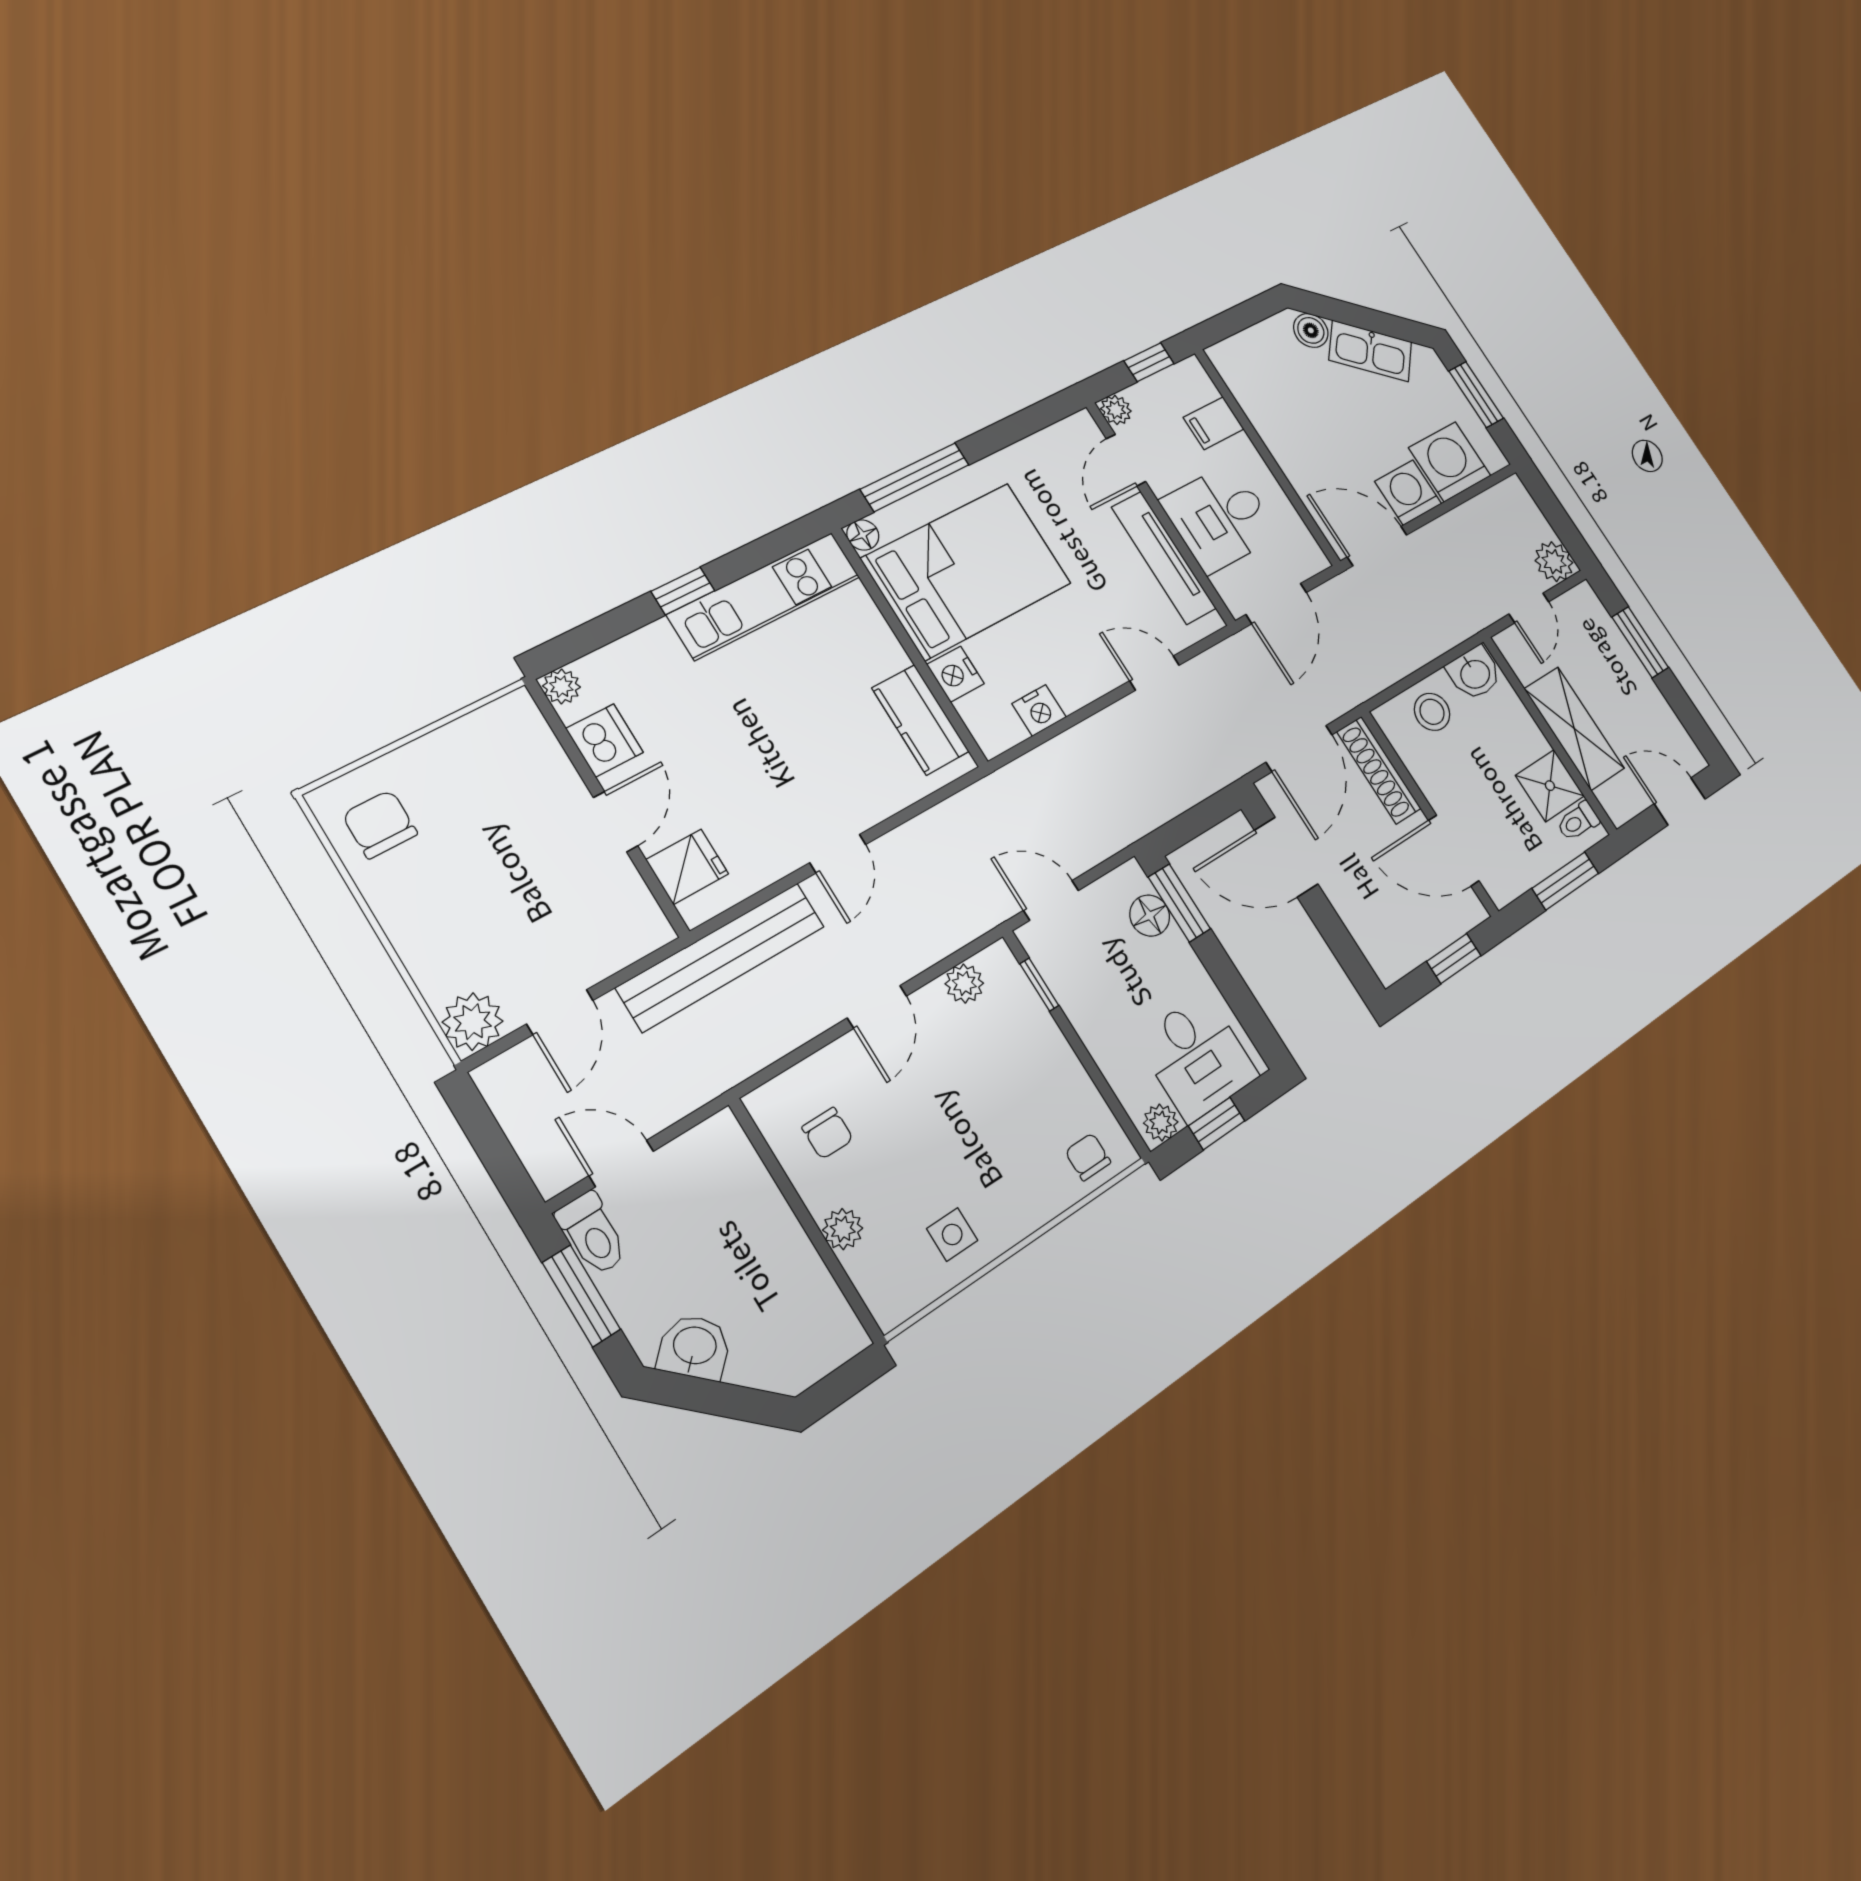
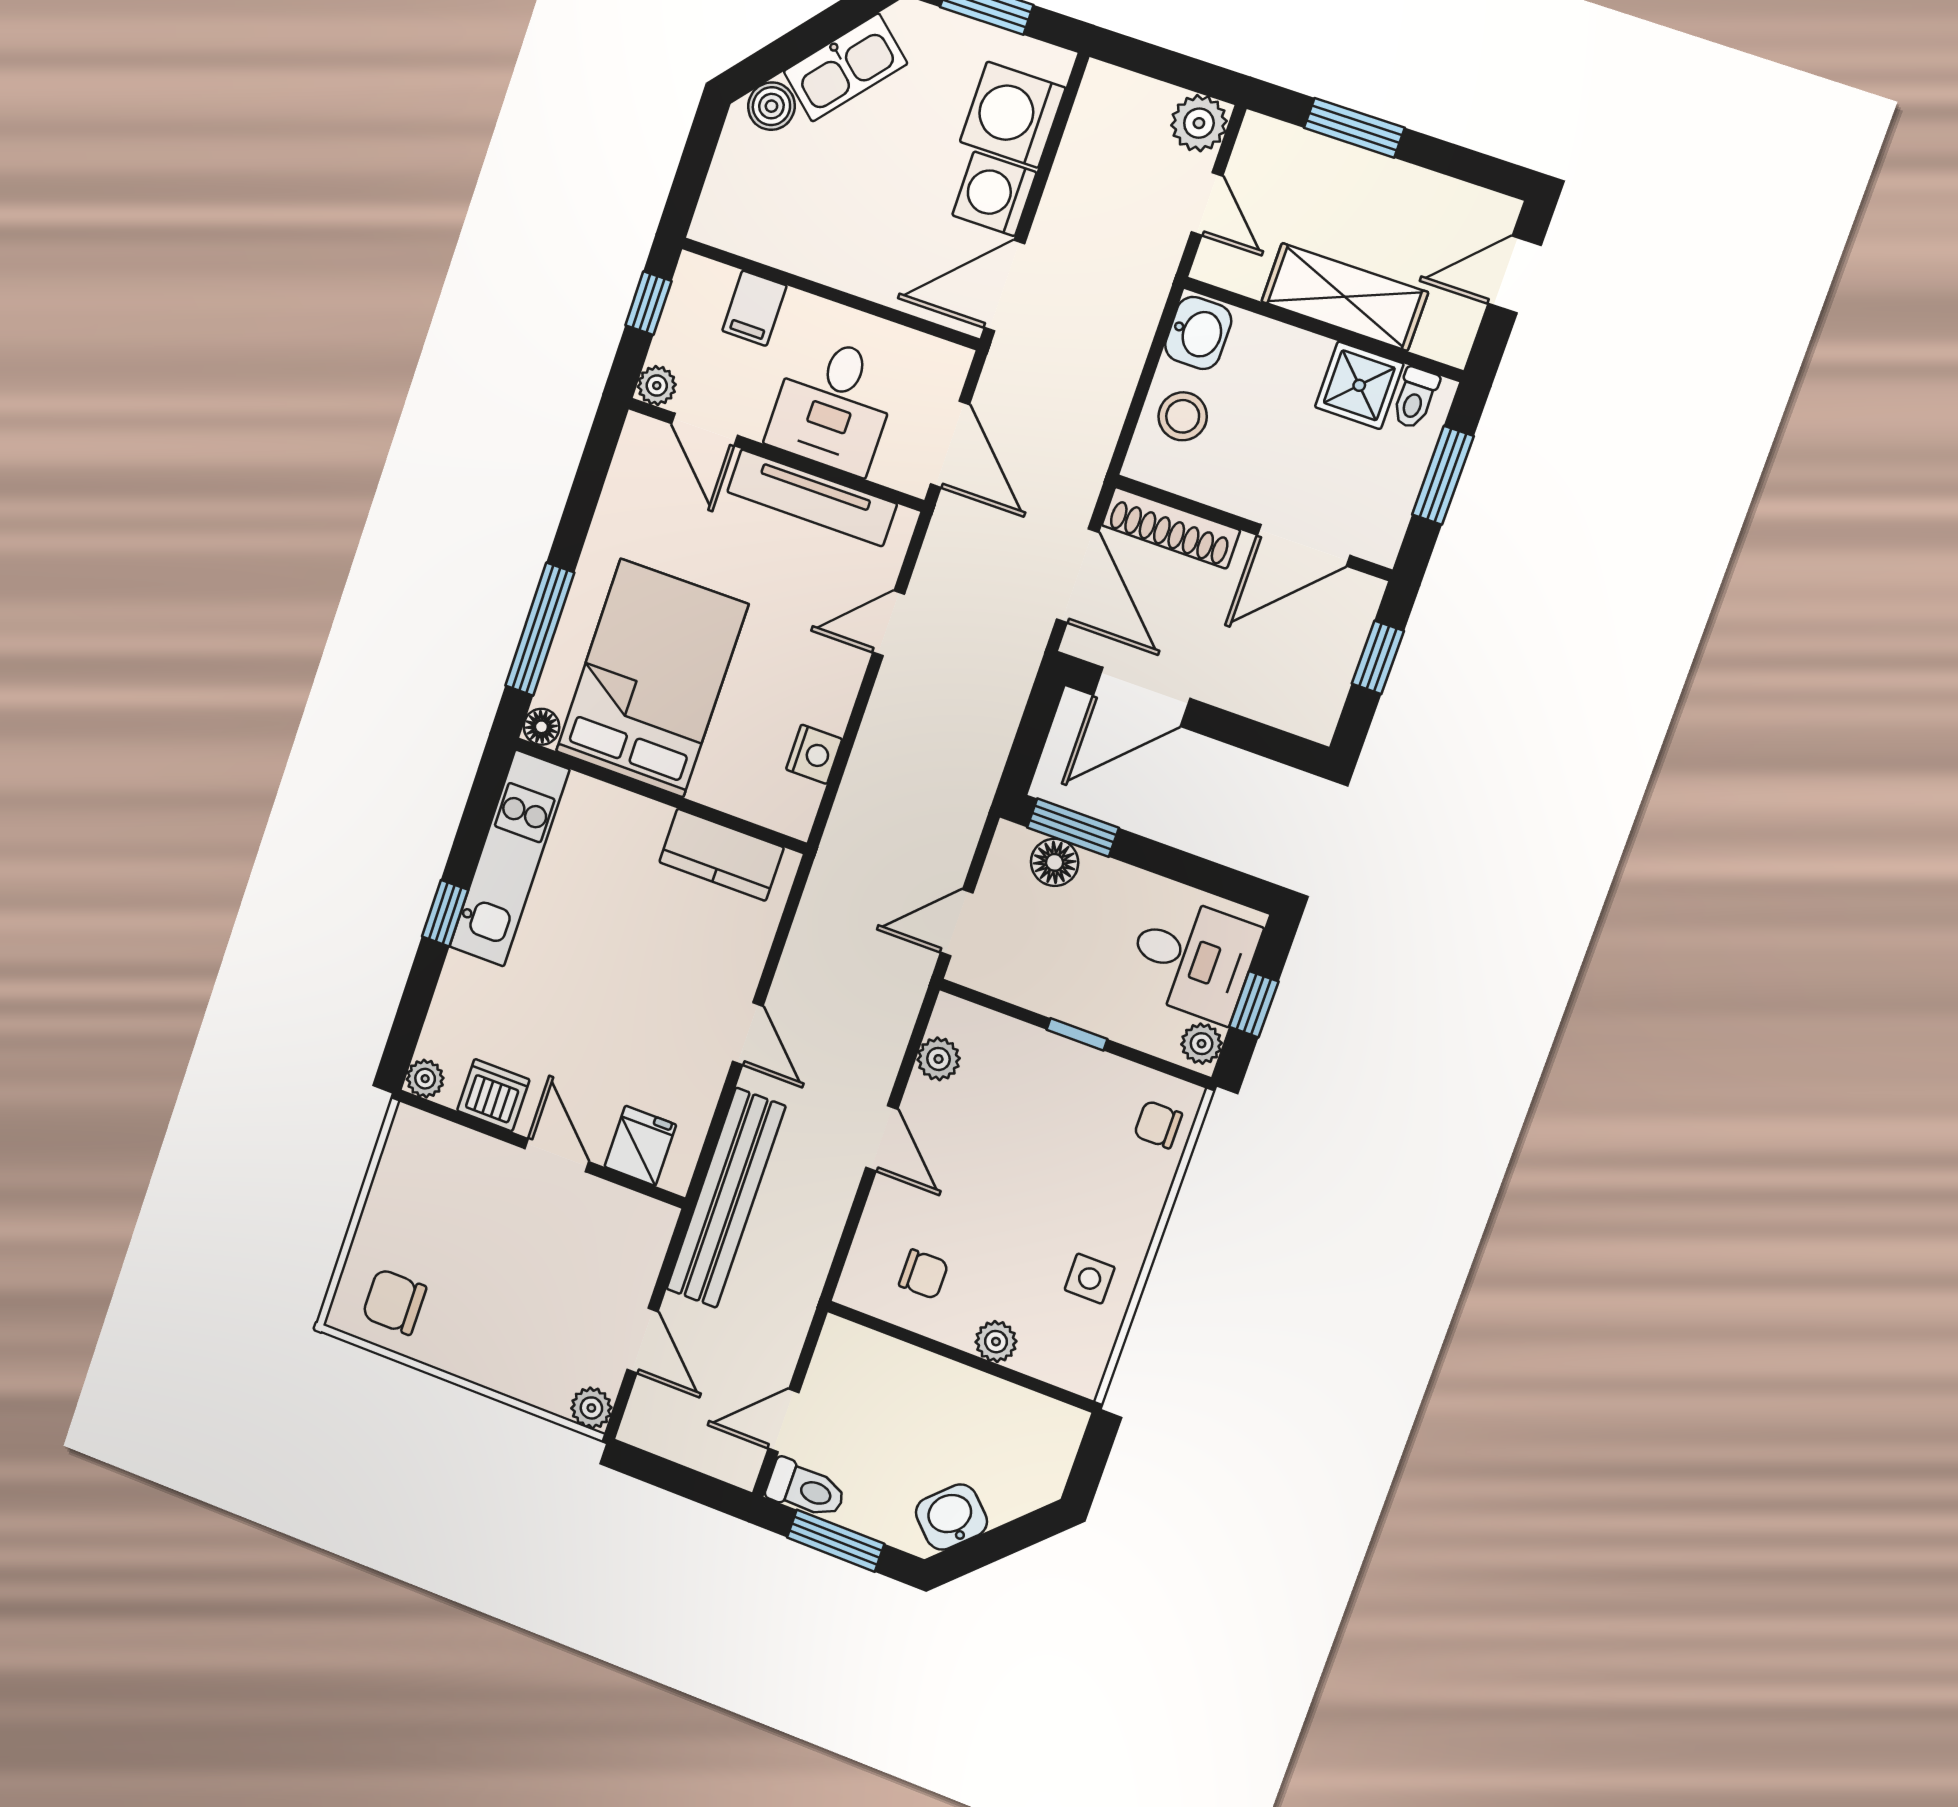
nightstand: (955, 674) -> (718, 786), removed
window: (1039, 985) -> (1077, 1034), moved
plant: (473, 1022) -> (591, 1408), width x0.73, depth x0.73

